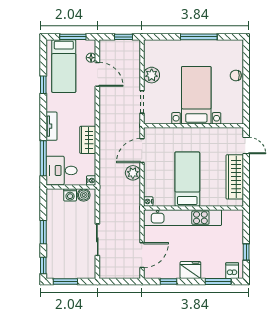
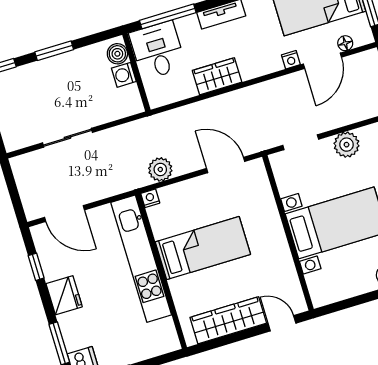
door: (246, 146) -> (282, 323), swing flipped
plant: (133, 173) -> (160, 169), moved
nightstand: (91, 181) -> (291, 60), moved
boiler: (84, 195) -> (117, 54), moved

